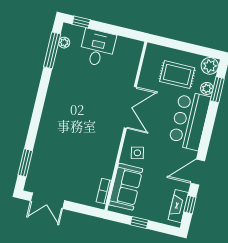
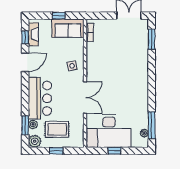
window: (81, 22) -> (115, 151), moved
window: (185, 47) -> (56, 151), added
desk: (97, 48) -> (109, 131), width x1.87, depth x1.30
double door: (130, 107) -> (85, 97), swing flipped
sofa: (126, 187) -> (68, 28), moved, turned -90

